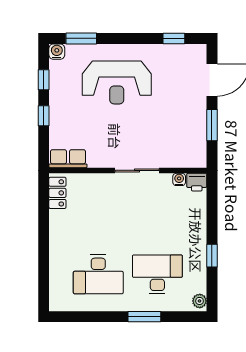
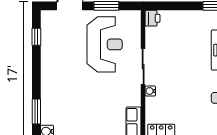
reception desk: (117, 82) -> (105, 44), moved
water cooler: (179, 179) -> (150, 91), moved

